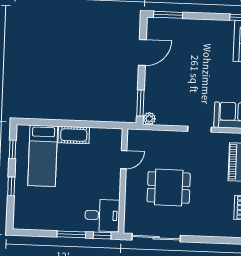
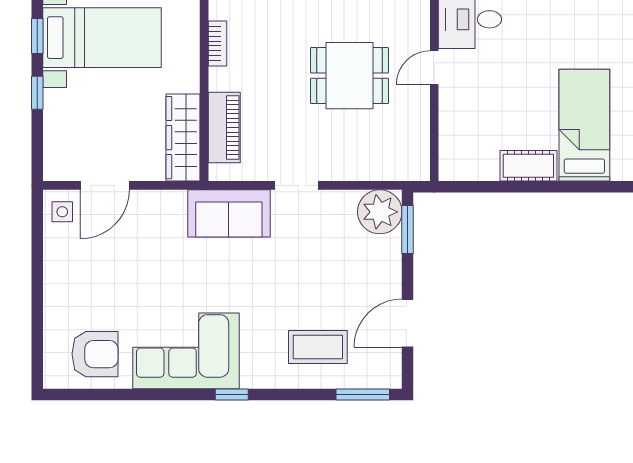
coffee table: (191, 41) -> (318, 347), added
plant: (149, 119) -> (380, 212), width x1.88, depth x1.88
door: (124, 160) -> (434, 68), moved

